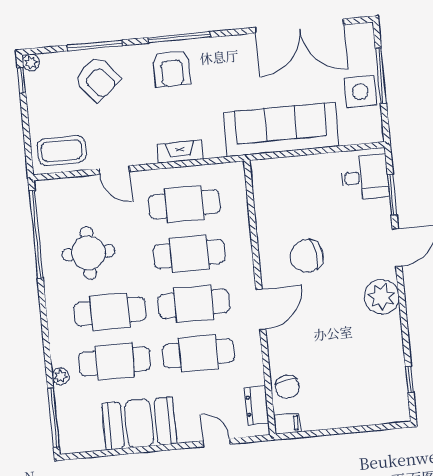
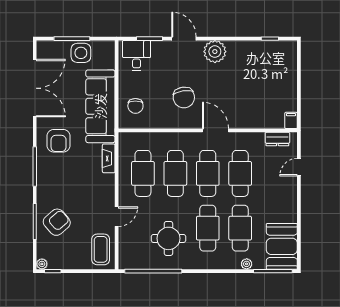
armchair: (172, 68) -> (59, 141), moved, turned 90
fireplace: (180, 152) -> (109, 158), moved
chair: (287, 387) -> (135, 106), moved, turned 99
booth: (139, 423) -> (282, 246), moved

